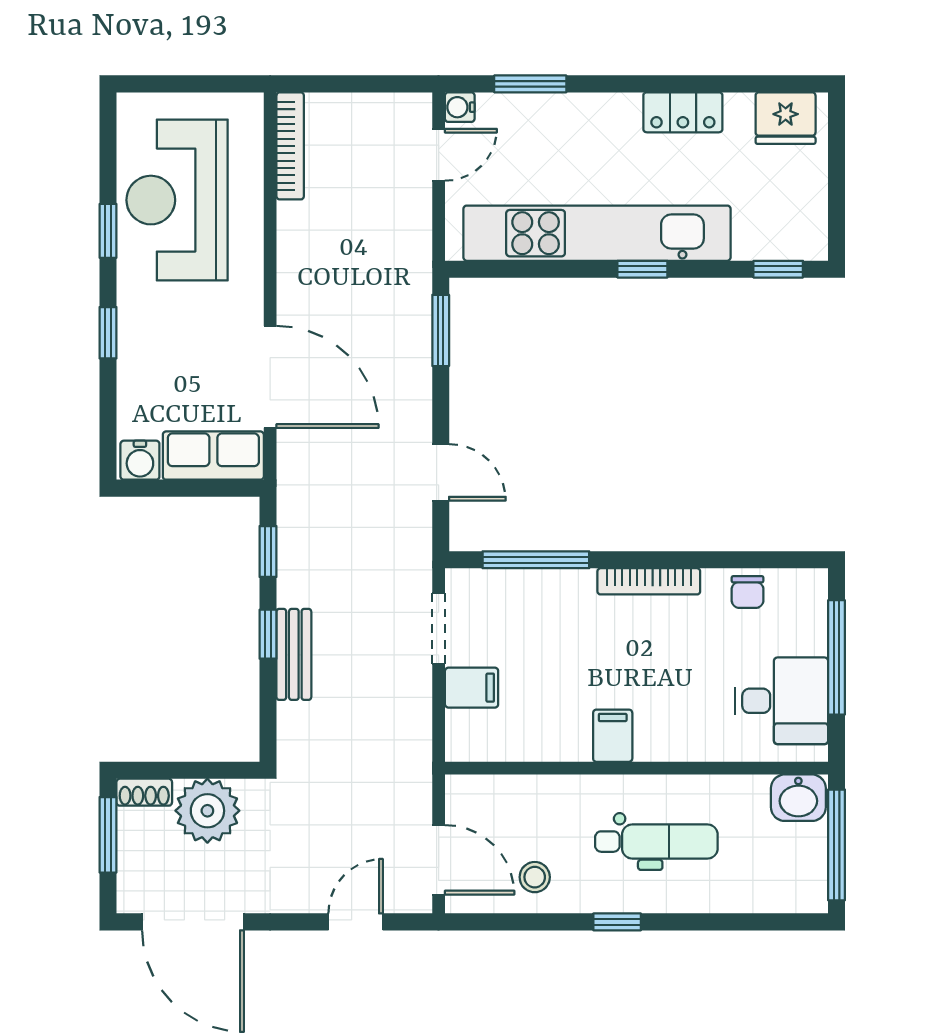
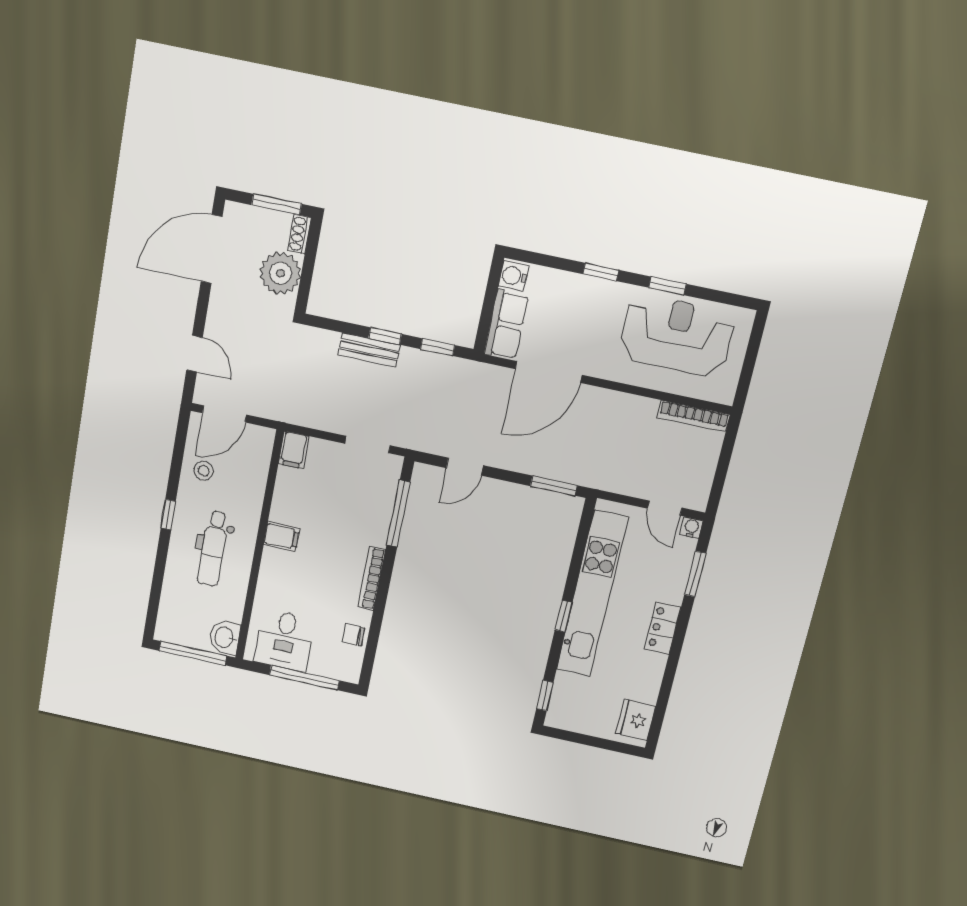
locker: (683, 112) -> (663, 628), moved
filing cabinet: (472, 688) -> (294, 450), moved

